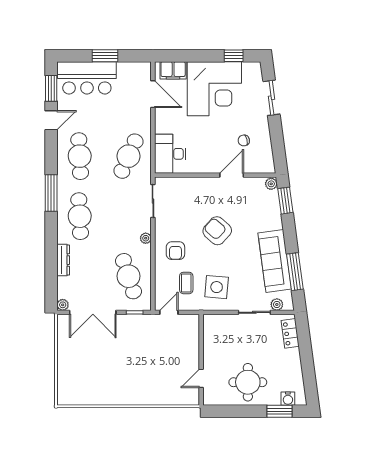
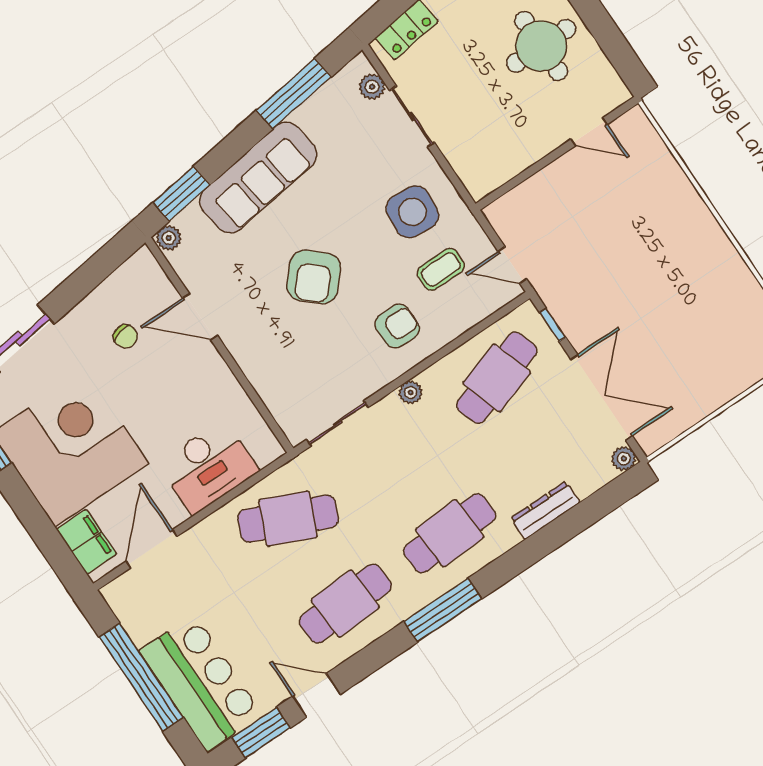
window: (105, 56) -> (141, 677), width x2.11
desk: (170, 154) -> (208, 467), moved
sofa: (275, 261) -> (258, 178), moved

